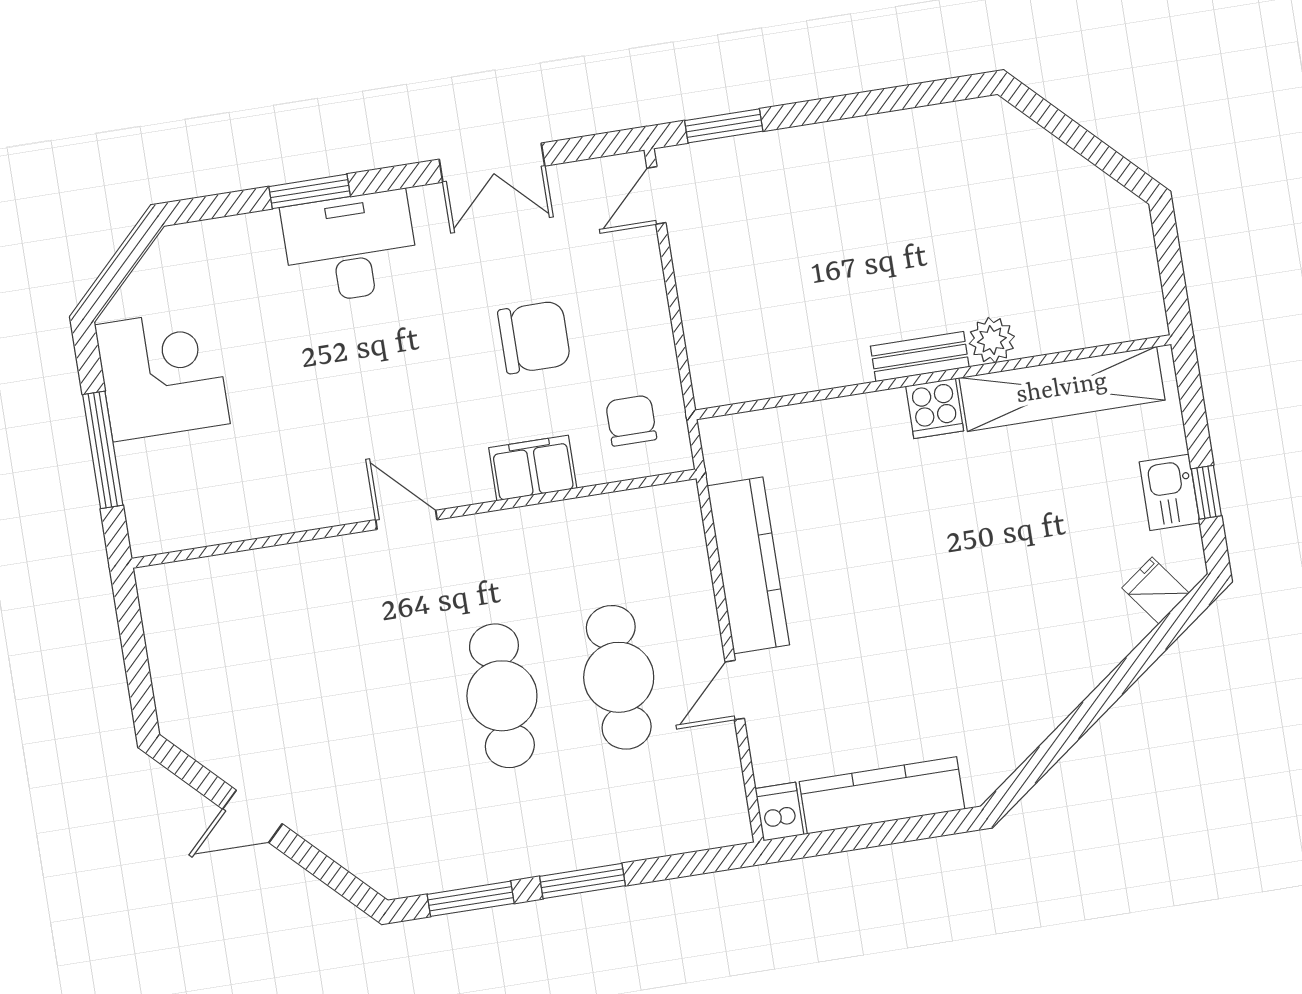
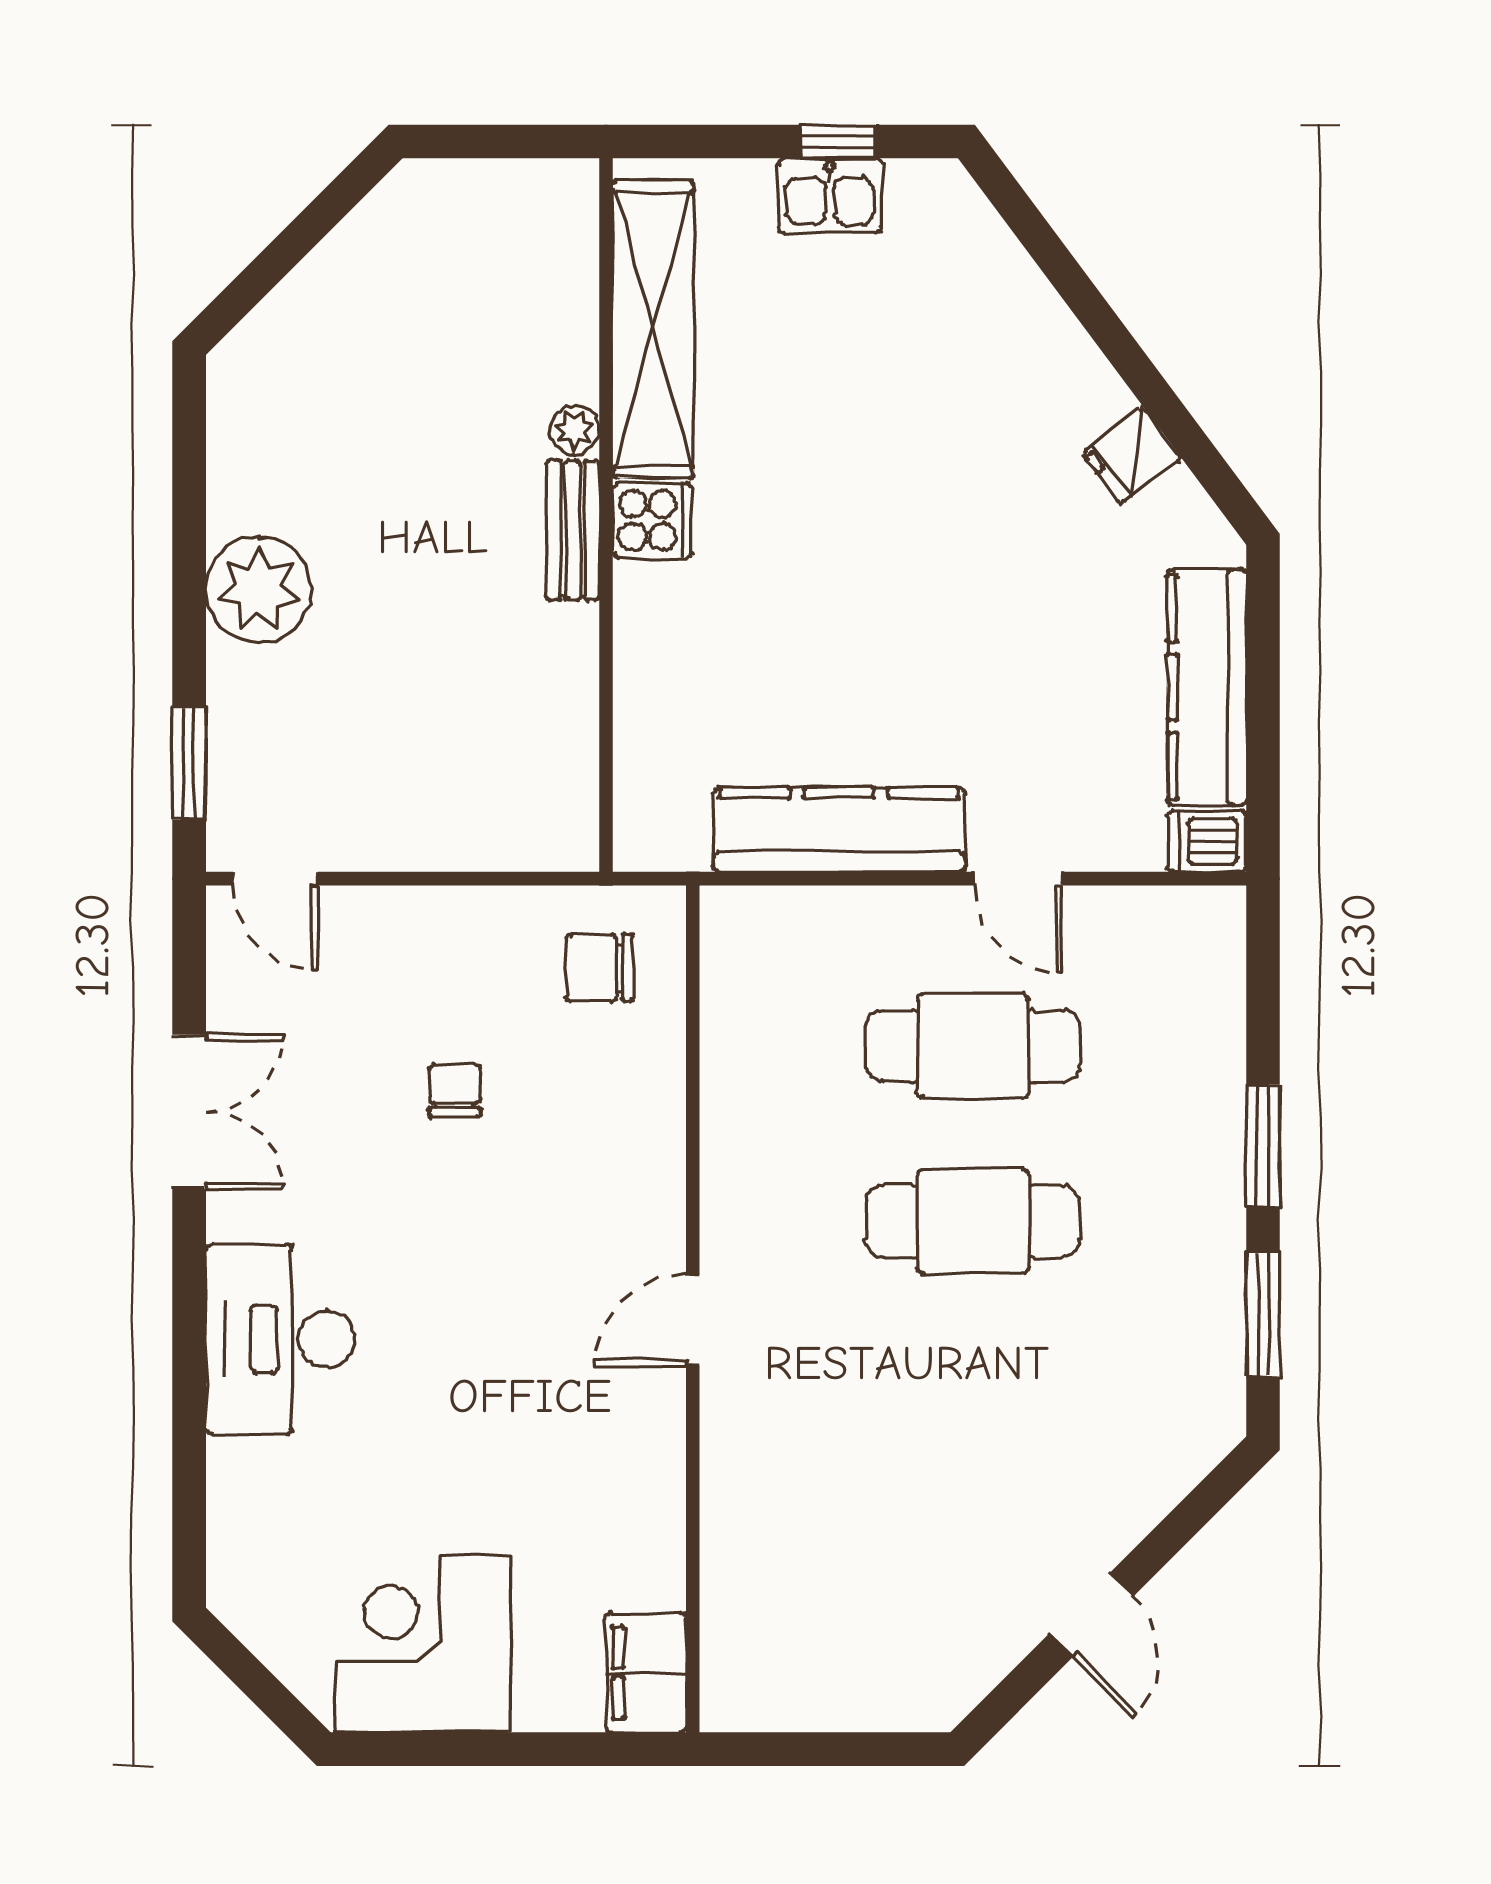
plant: (847, 154) -> (259, 590), added
window: (310, 191) -> (189, 1386), removed
chair: (534, 337) -> (455, 1091), width x0.54, depth x0.54
plant: (992, 340) -> (574, 430), width x0.73, depth x0.73
window: (103, 450) -> (520, 1749), removed
filing cabinet: (533, 468) -> (646, 1672), moved
fridge: (1155, 590) -> (1132, 456), moved

